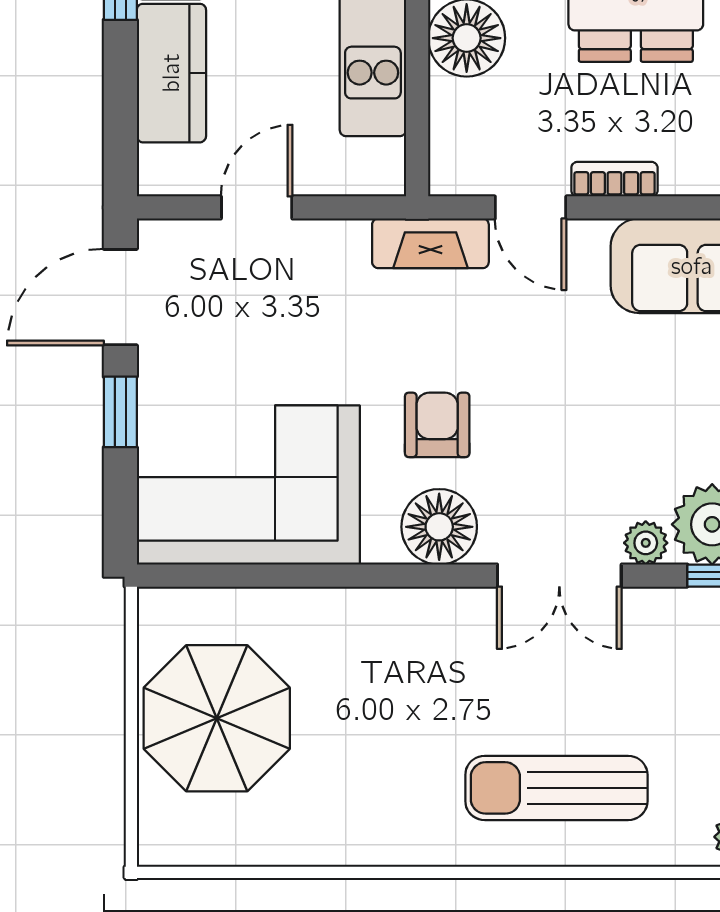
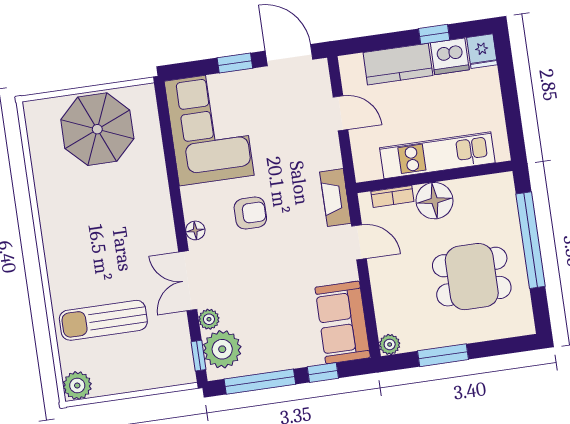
bookcase: (614, 179) -> (392, 196), moved, turned 90
door: (531, 207) -> (359, 242), swing flipped
floor lamp: (439, 527) -> (195, 230), width x0.53, depth x0.53
sun lounger: (556, 788) -> (103, 320), moved, turned -90

